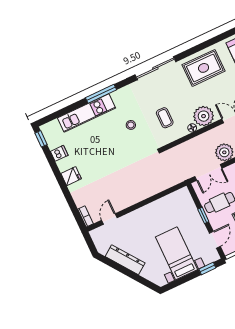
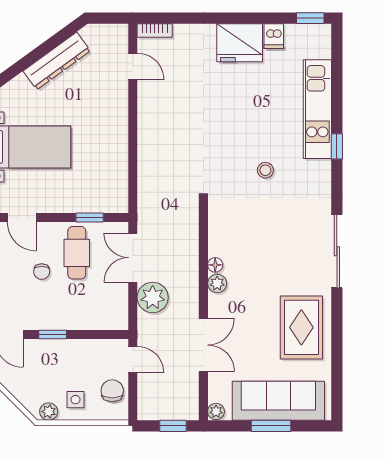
window: (101, 94) -> (337, 146), width x0.46
plant: (204, 116) -> (217, 283), width x0.53, depth x0.53
coffee table: (165, 118) -> (252, 229), removed
fridge: (71, 176) -> (240, 43), width x1.88, depth x1.34
window: (203, 215) -> (90, 218), moved

